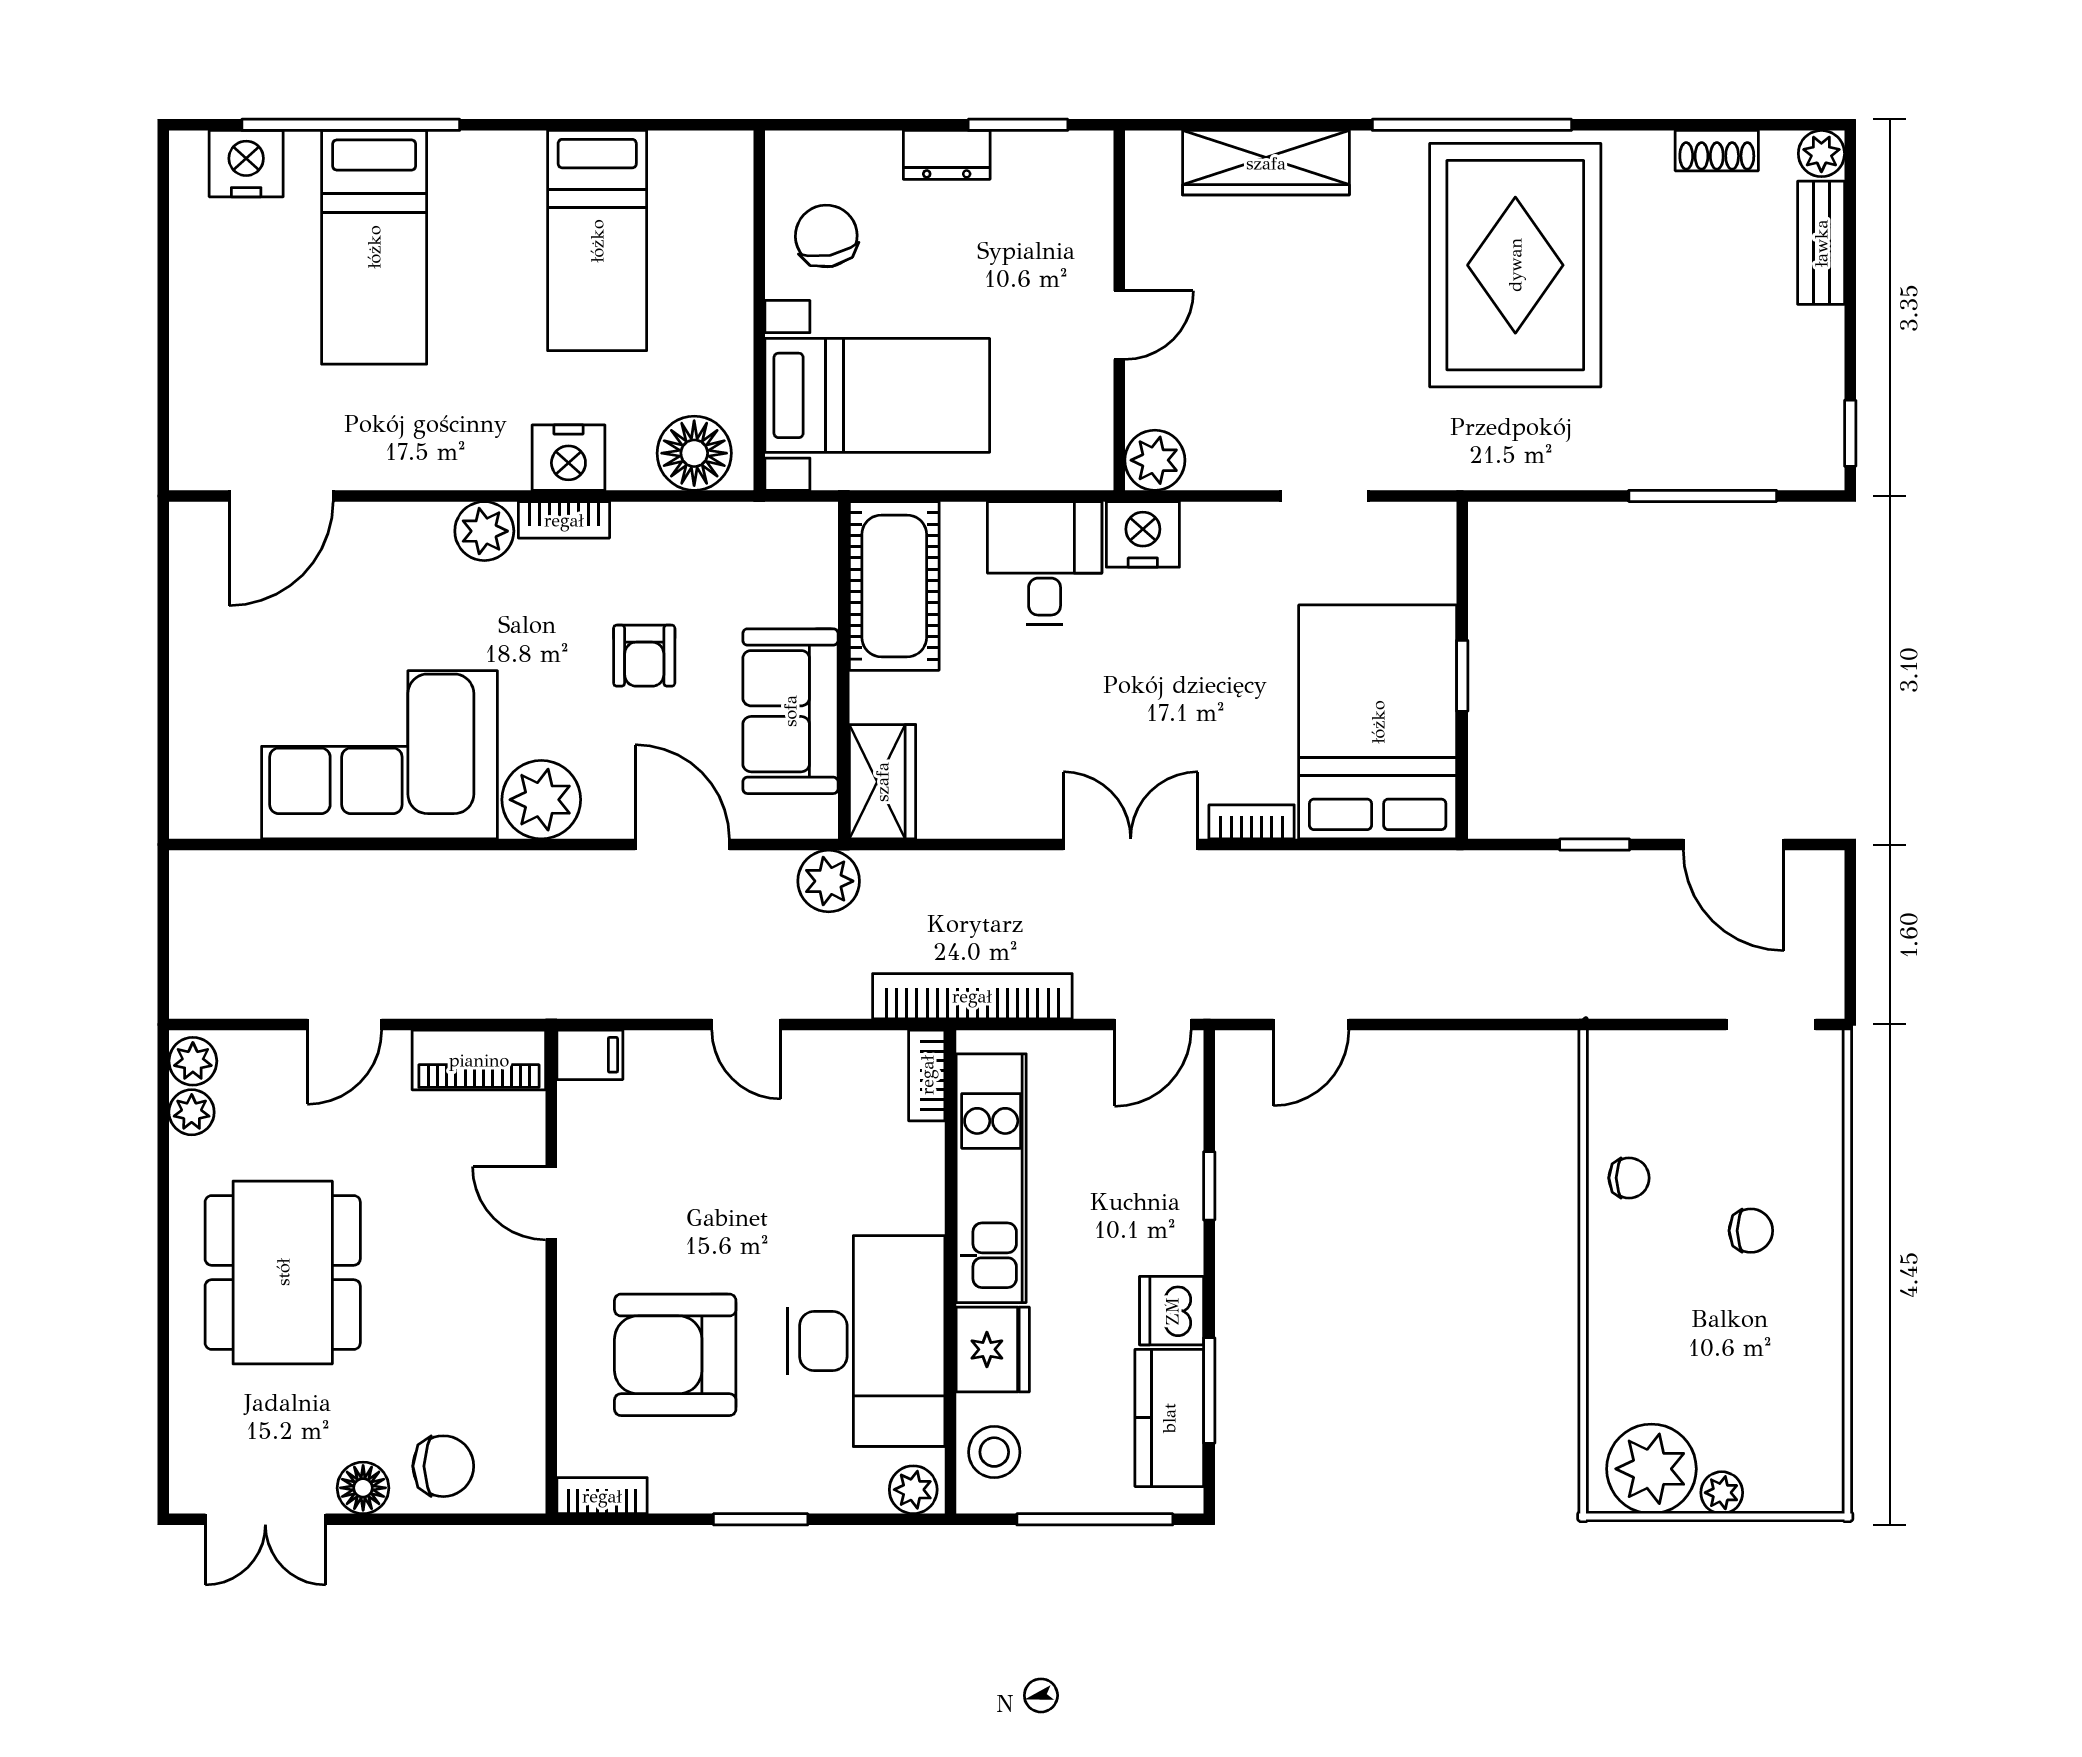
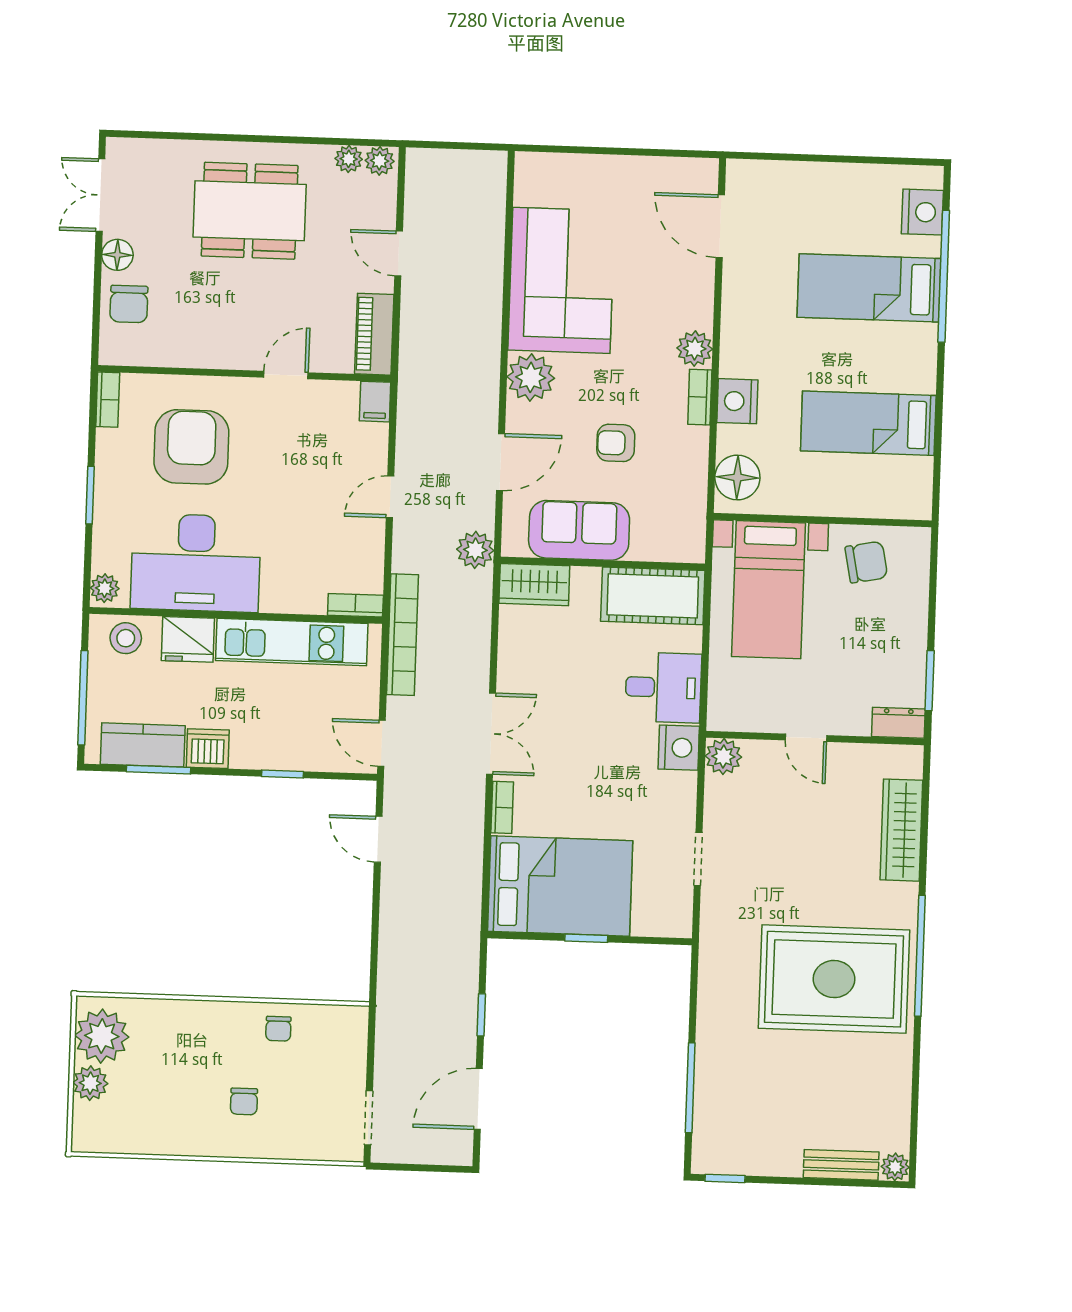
shoe rack: (1717, 151) -> (899, 1104), removed
dresser: (947, 155) -> (898, 723), moved, turned 90
plant: (1722, 1493) -> (90, 1083), width x1.38, depth x1.38

